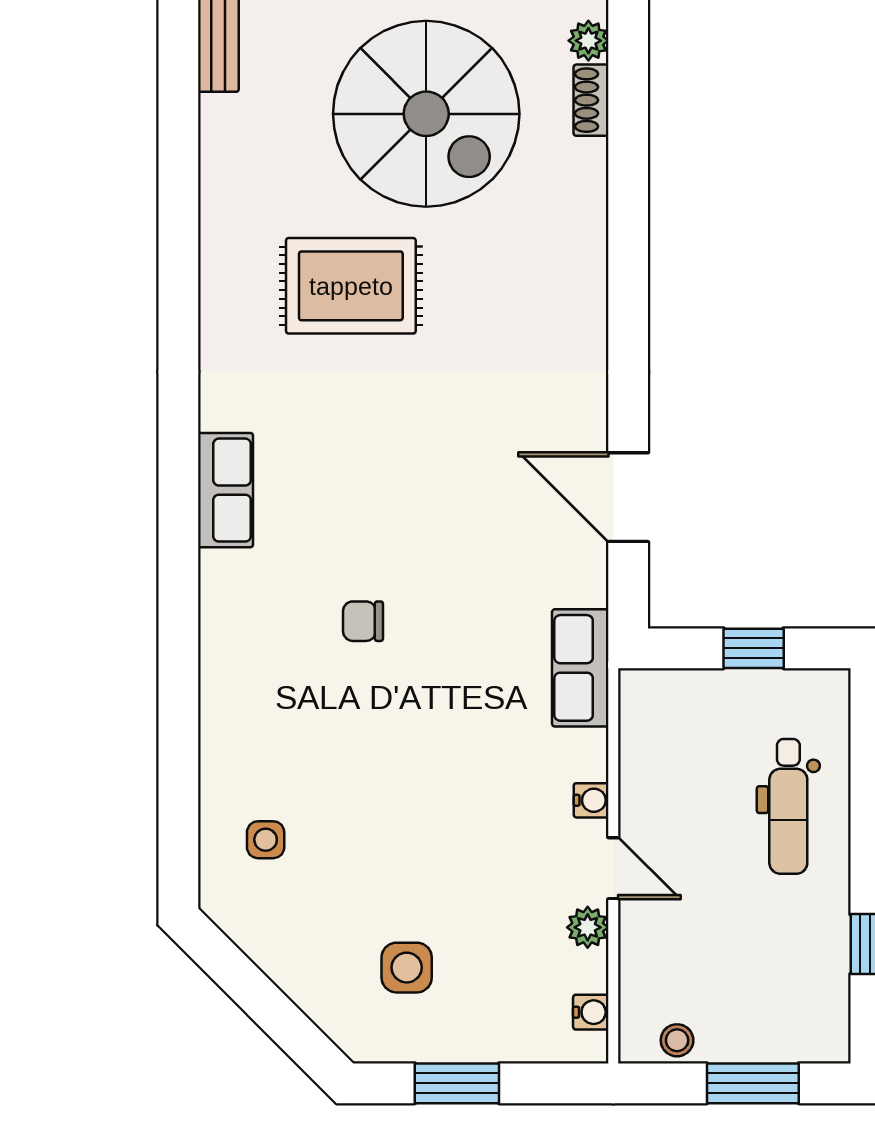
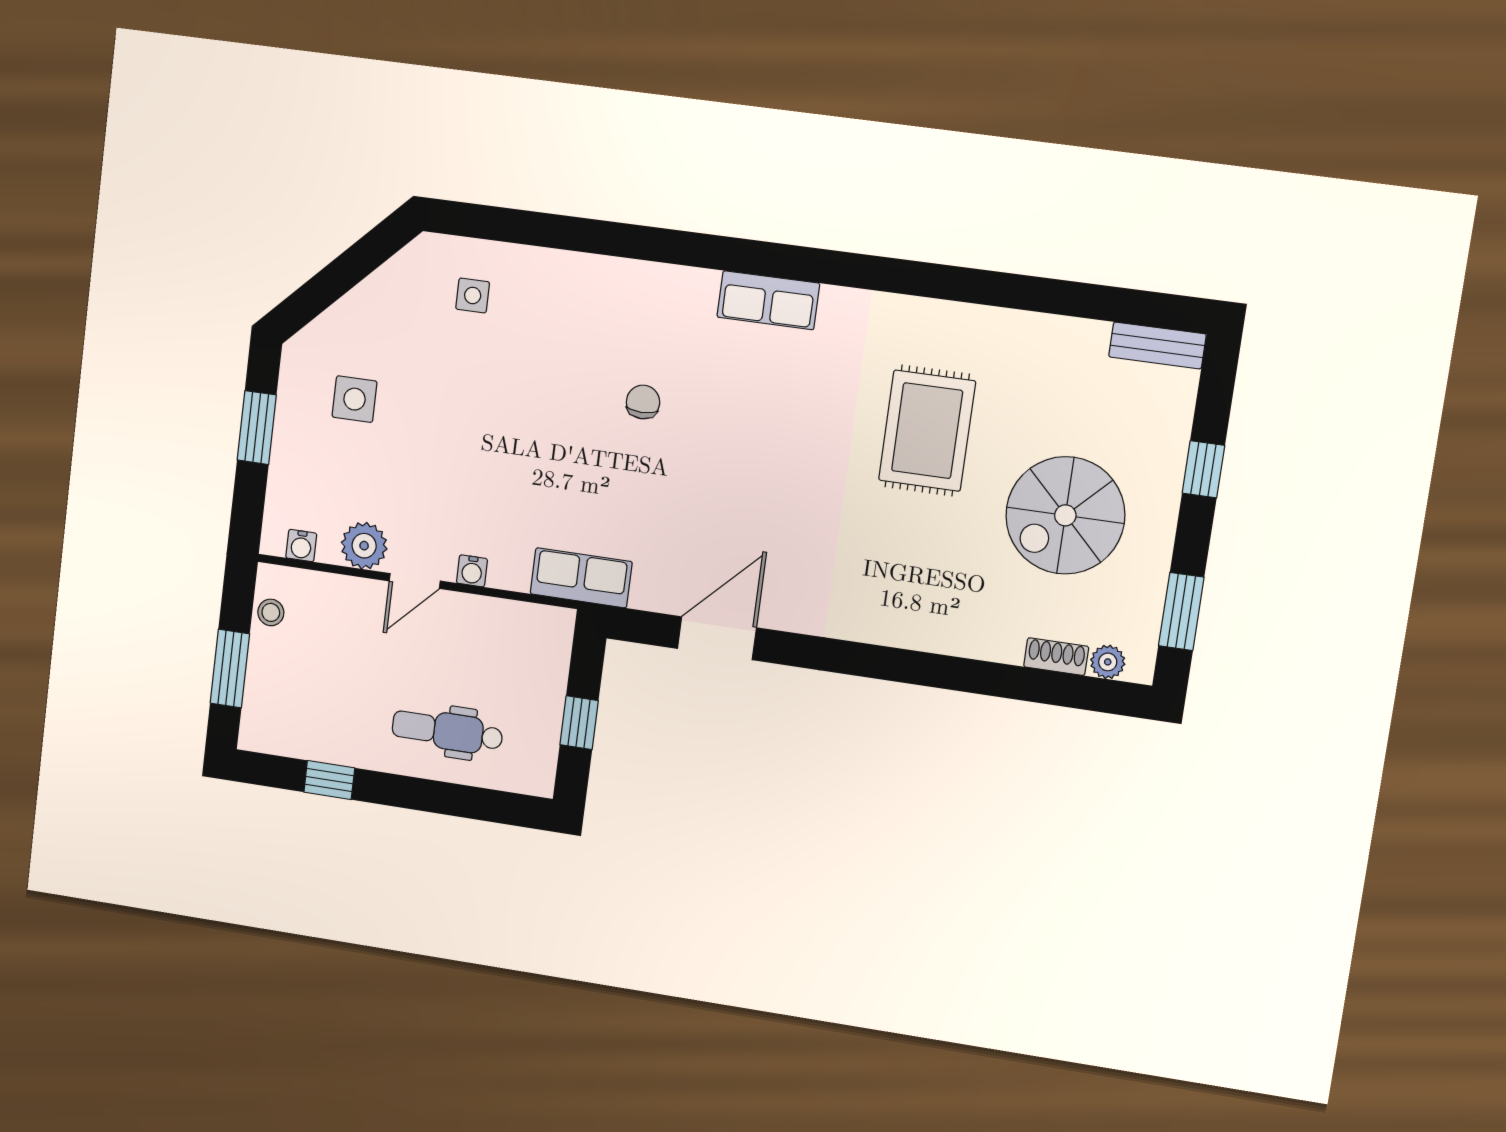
spiral stairs: (426, 114) -> (1065, 515), width x0.73, depth x0.73
plant: (588, 927) -> (364, 546), width x1.38, depth x1.38

